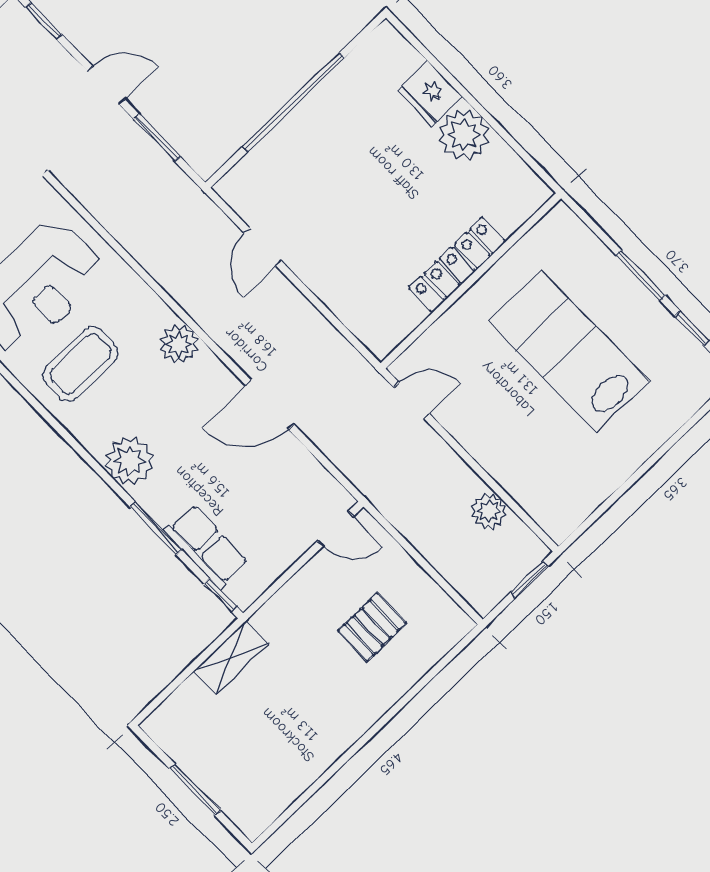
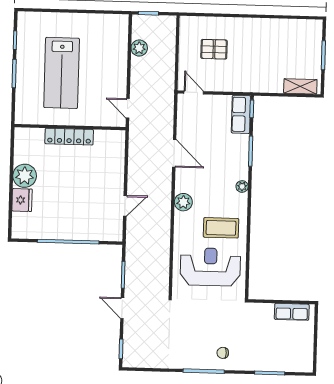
plant: (129, 461) -> (242, 186), width x0.53, depth x0.53
row of seats: (206, 546) -> (241, 114), moved
shelving: (231, 657) -> (300, 86), moved

